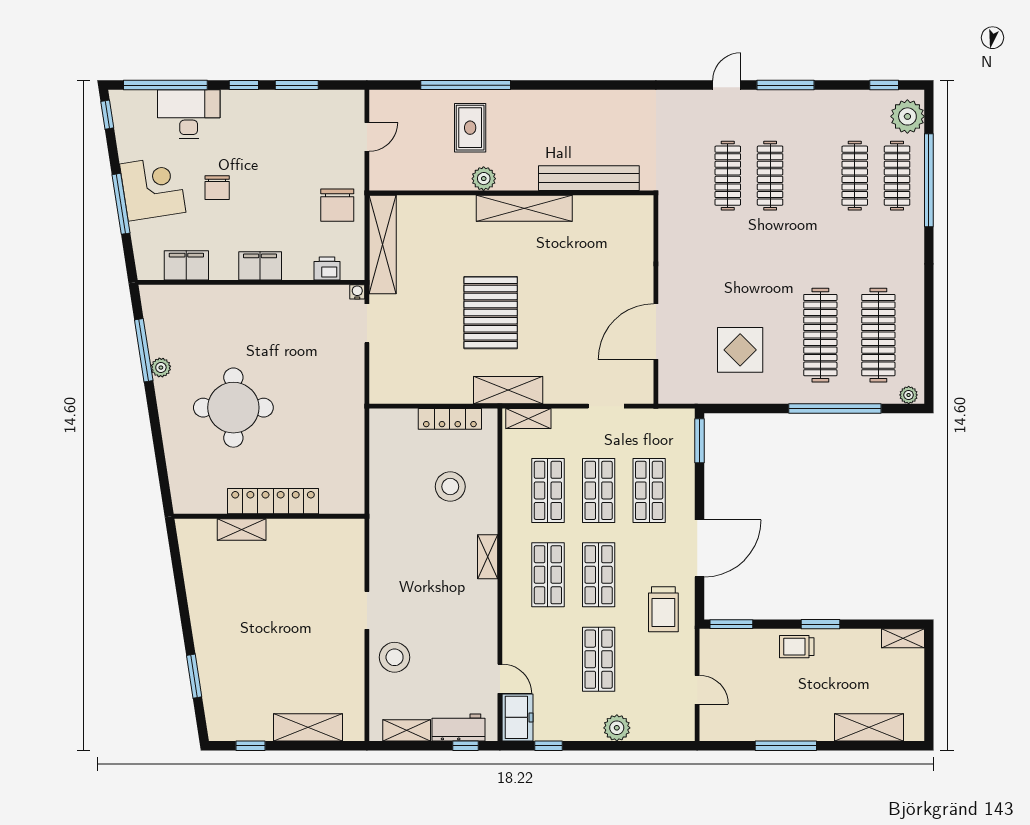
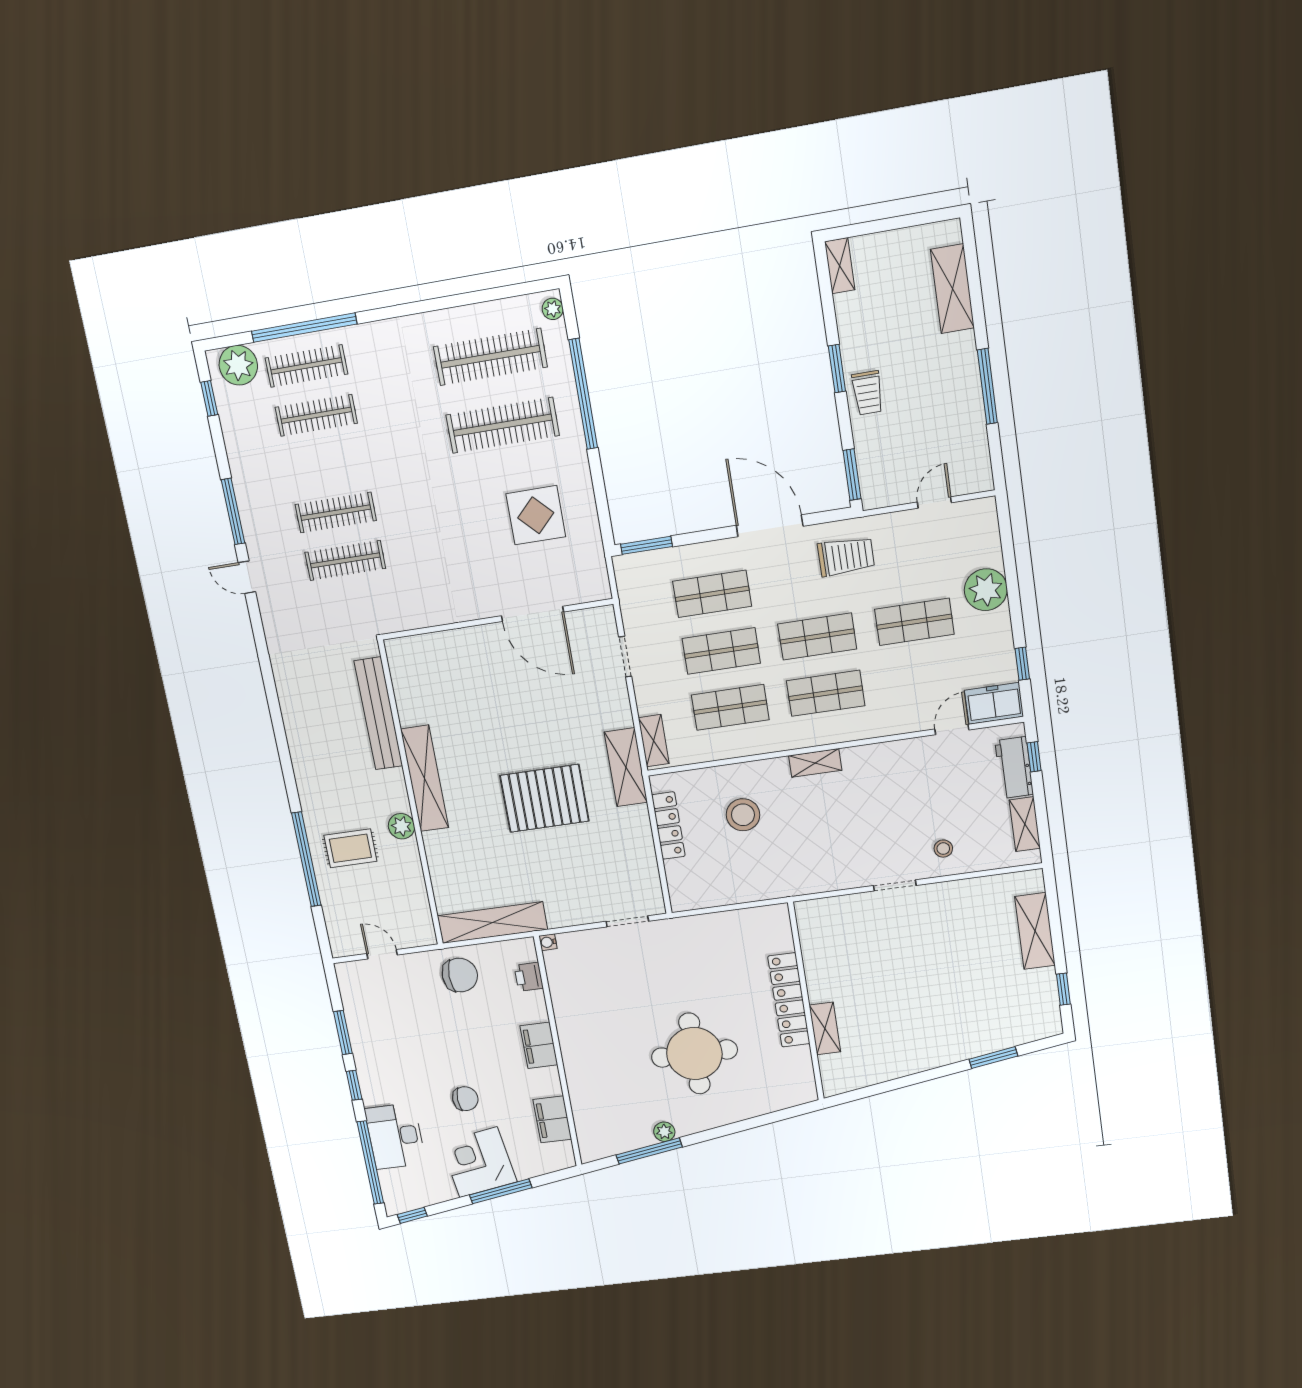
doorway: (367, 323) -> (627, 921), moved
stool: (395, 657) -> (943, 849), width x0.53, depth x0.53
plant: (617, 728) -> (986, 590), width x1.36, depth x1.36

